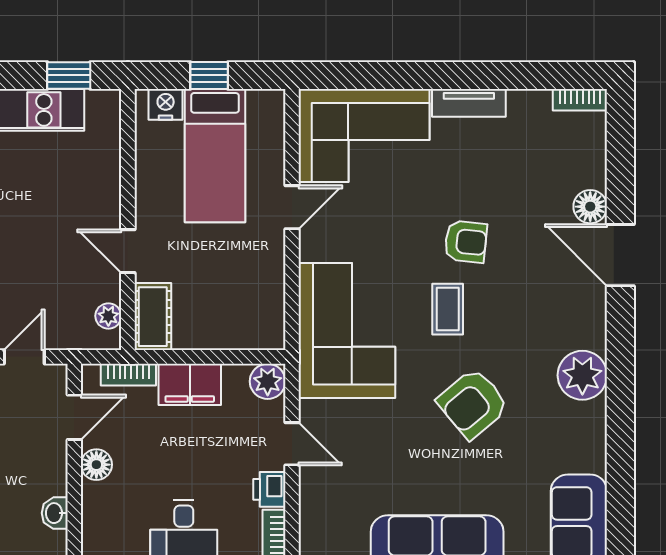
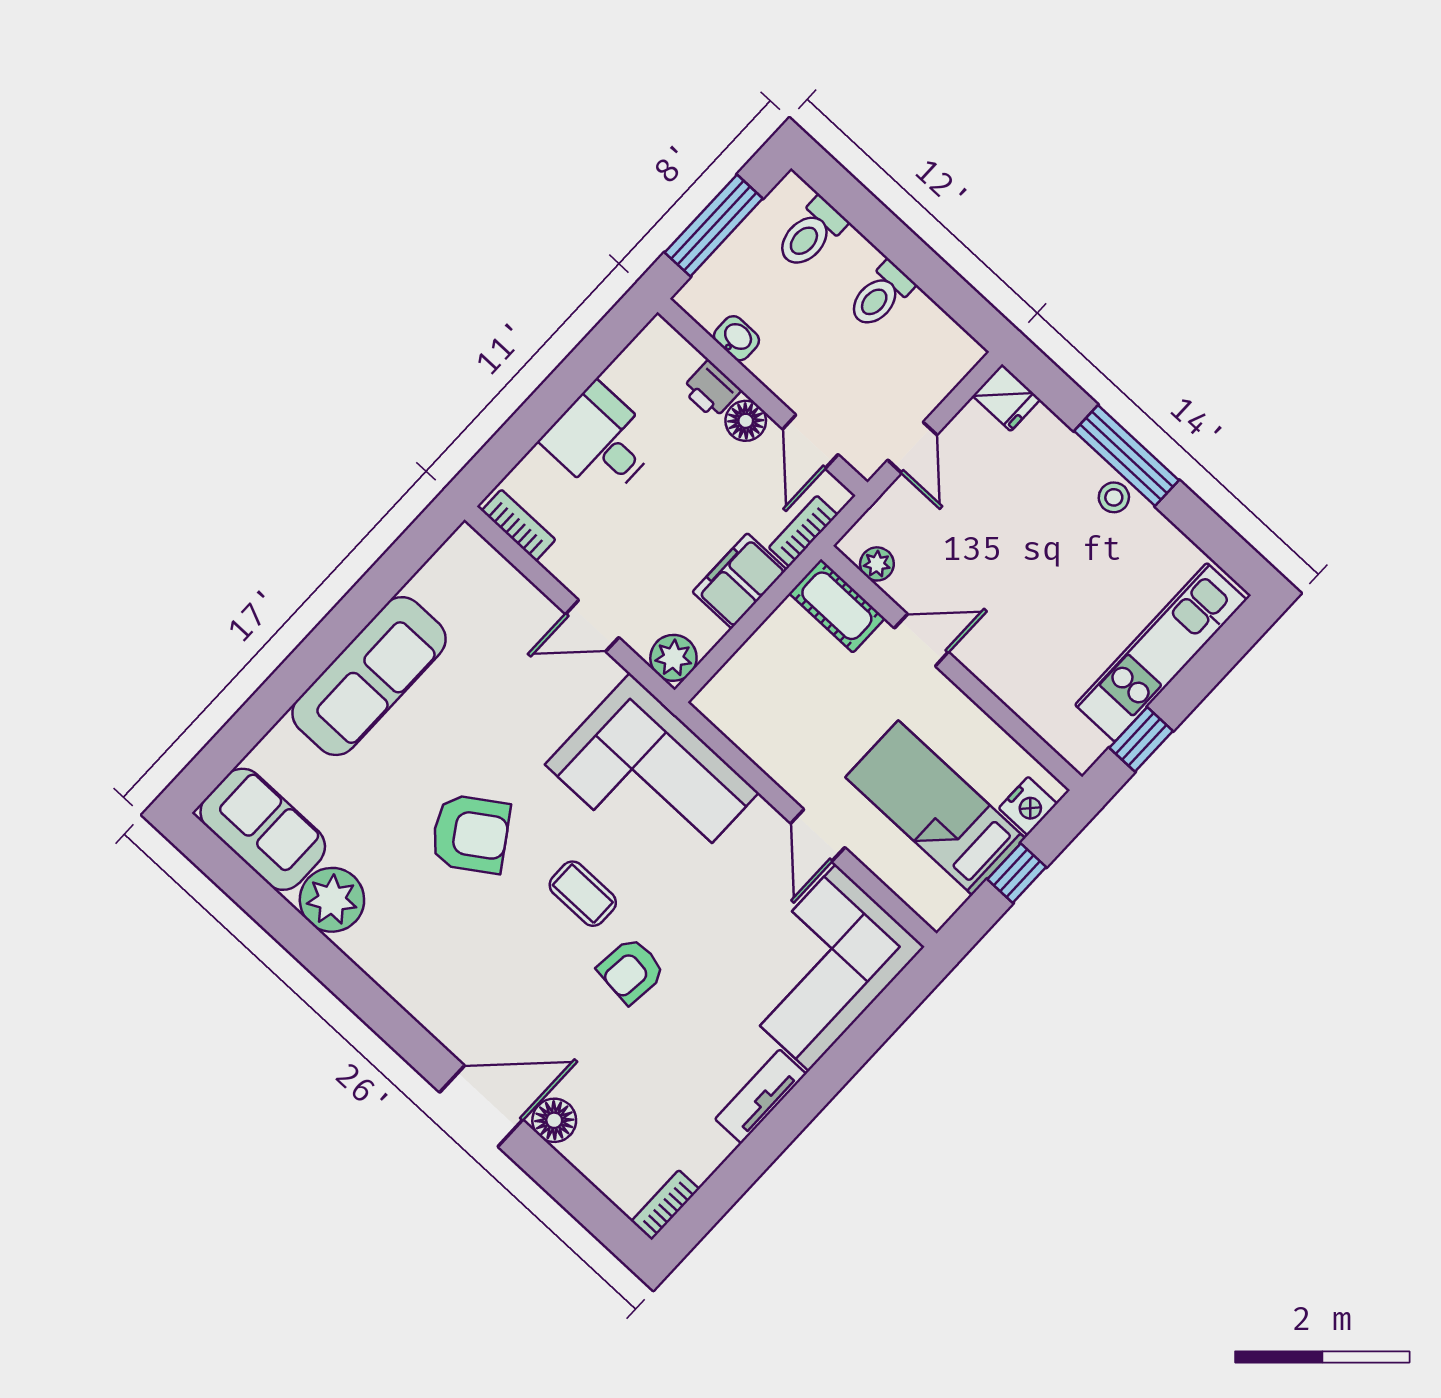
plant: (582, 375) -> (332, 900), moved
armchair: (473, 404) -> (470, 834), turned 96
printer: (269, 489) -> (711, 390), moved, turned 180

